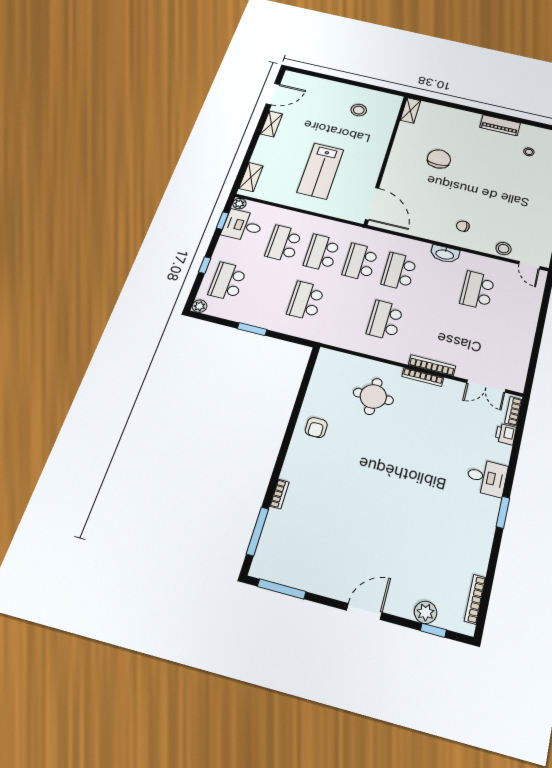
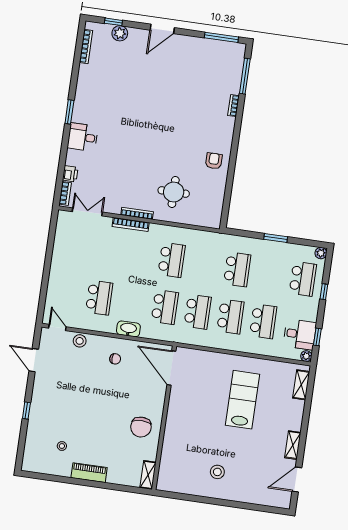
shelving: (410, 110) -> (148, 475), moved
wall: (386, 158) -> (164, 418), moved
door: (372, 204) -> (171, 368), moved

